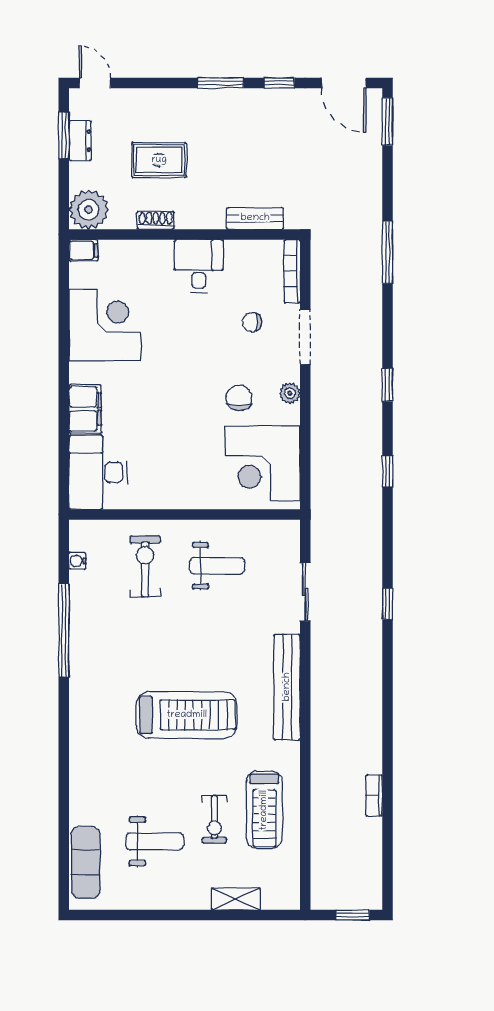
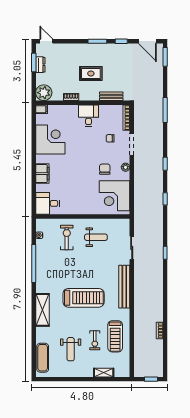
rug: (159, 160) -> (91, 73), moved
desk: (98, 472) -> (48, 203), width x0.73
shelving: (85, 745) -> (42, 310), added
weight bench: (155, 841) -> (71, 349), turned 90

